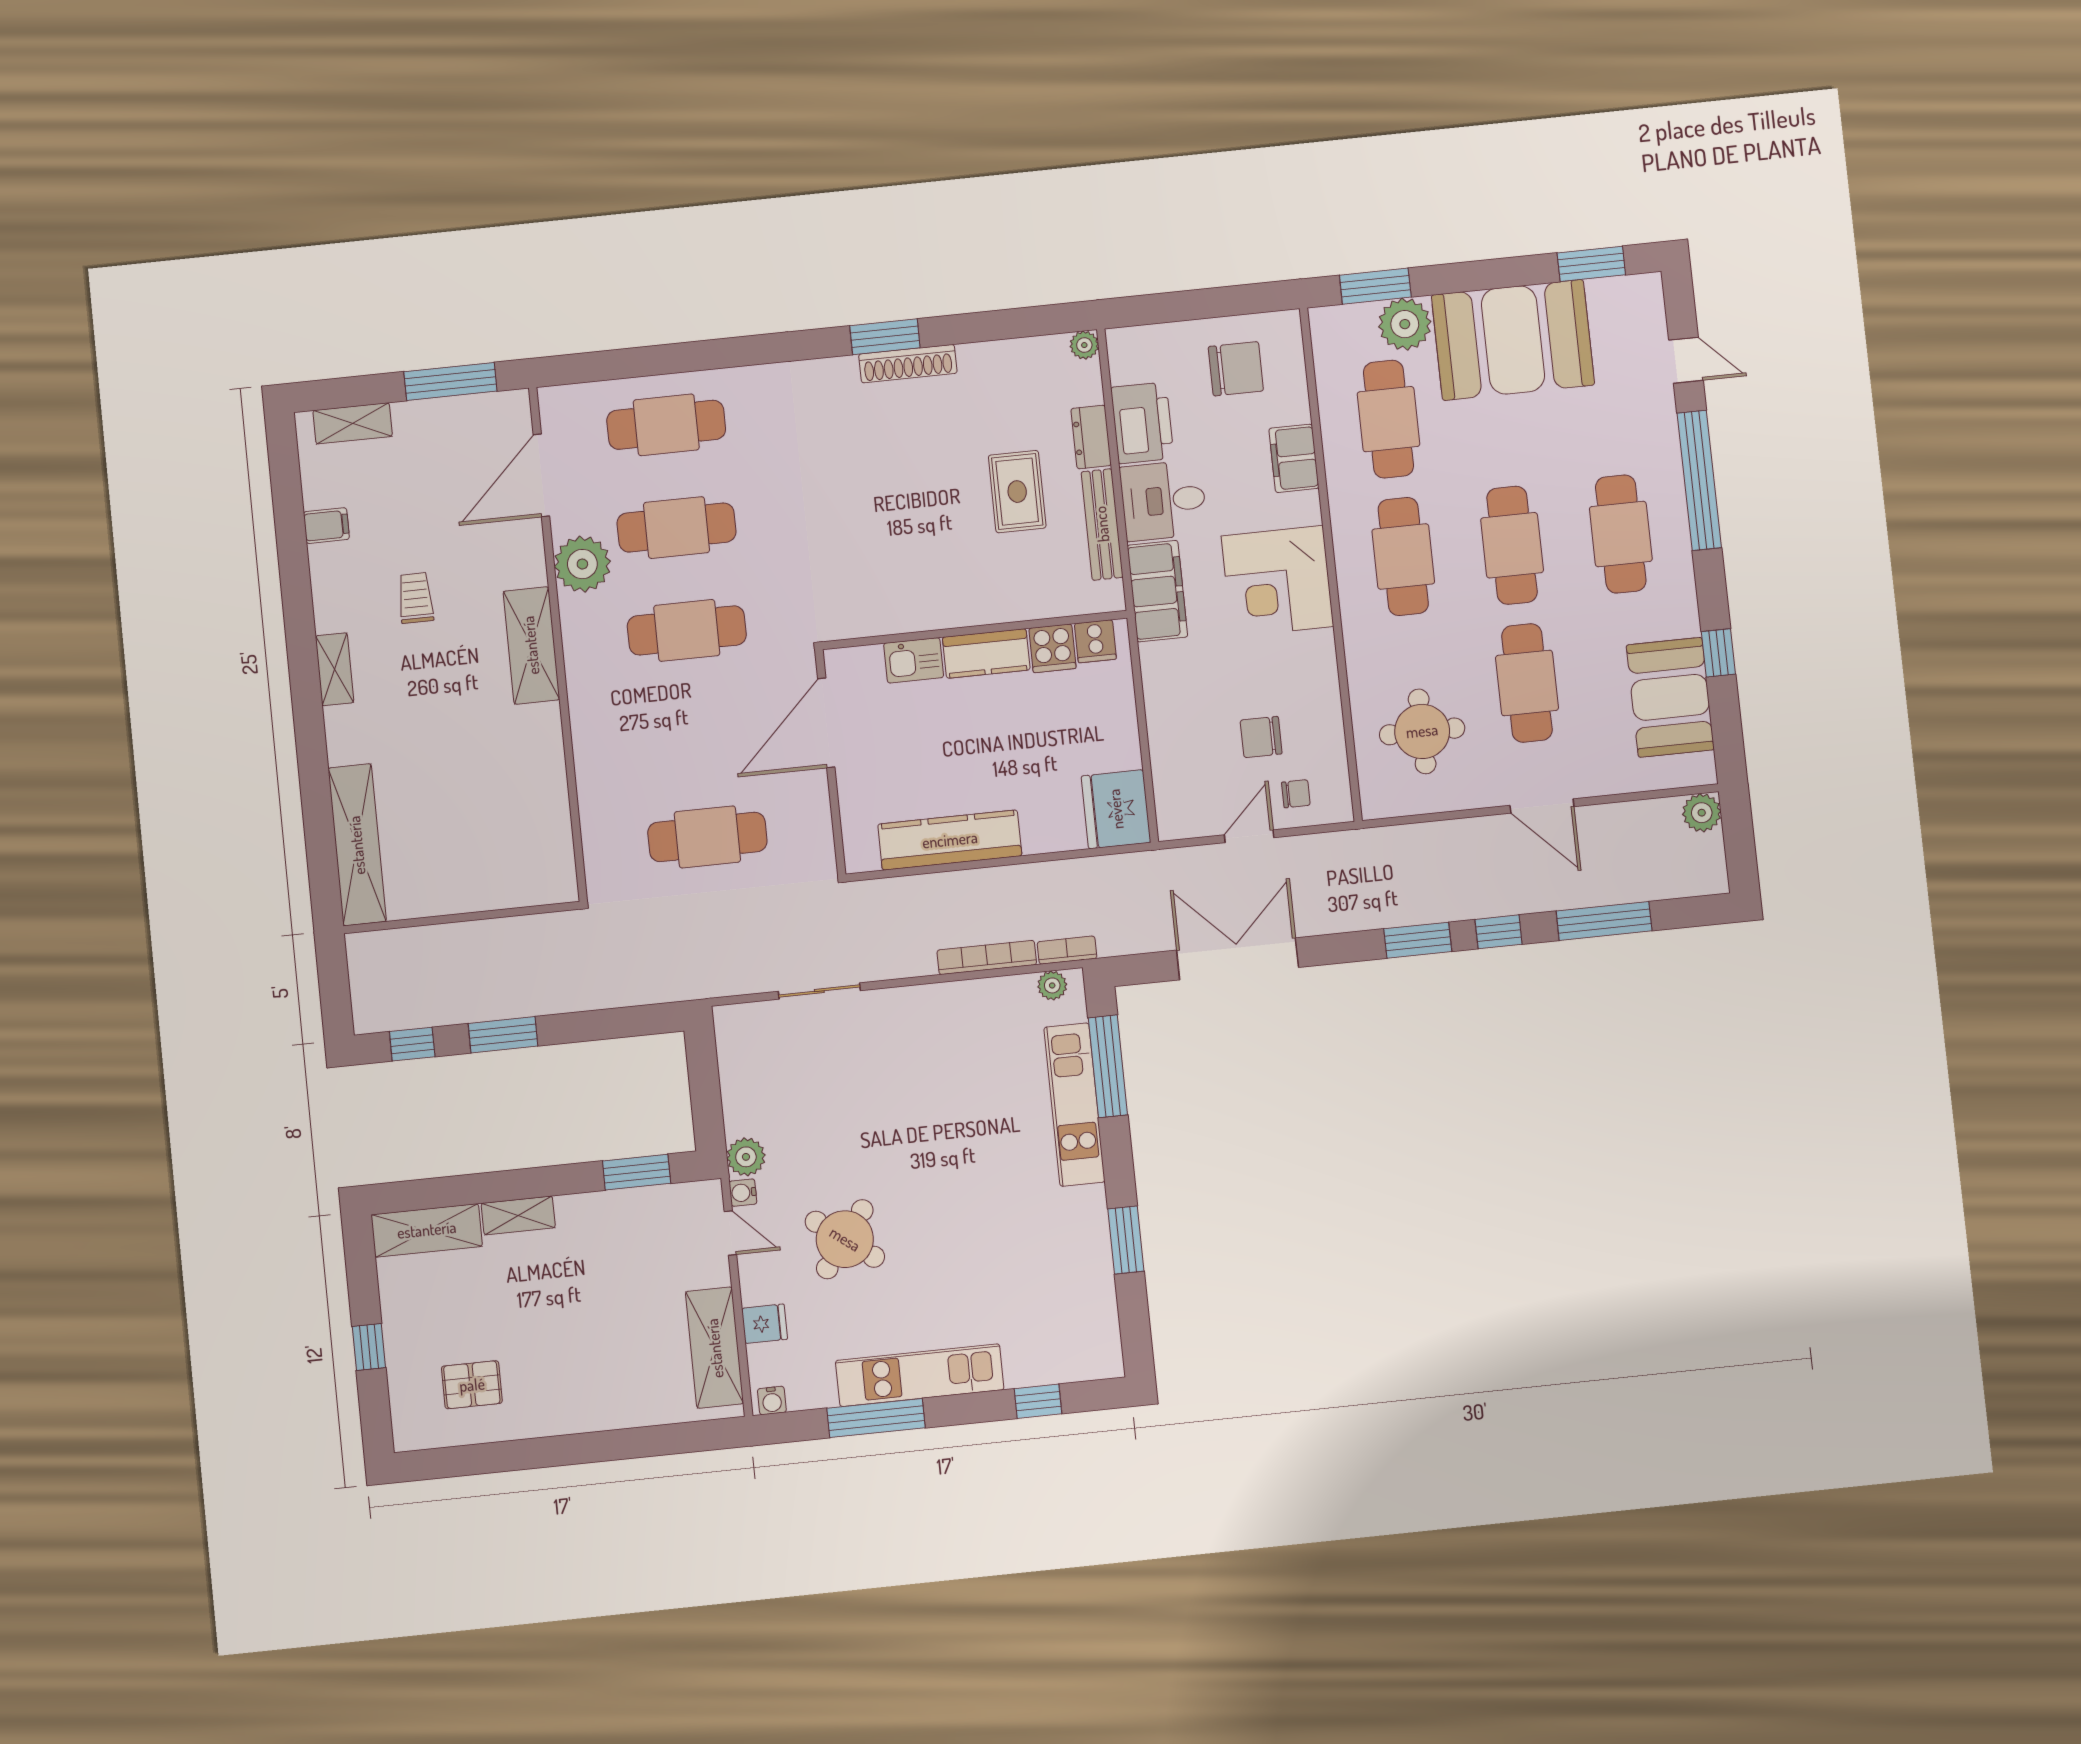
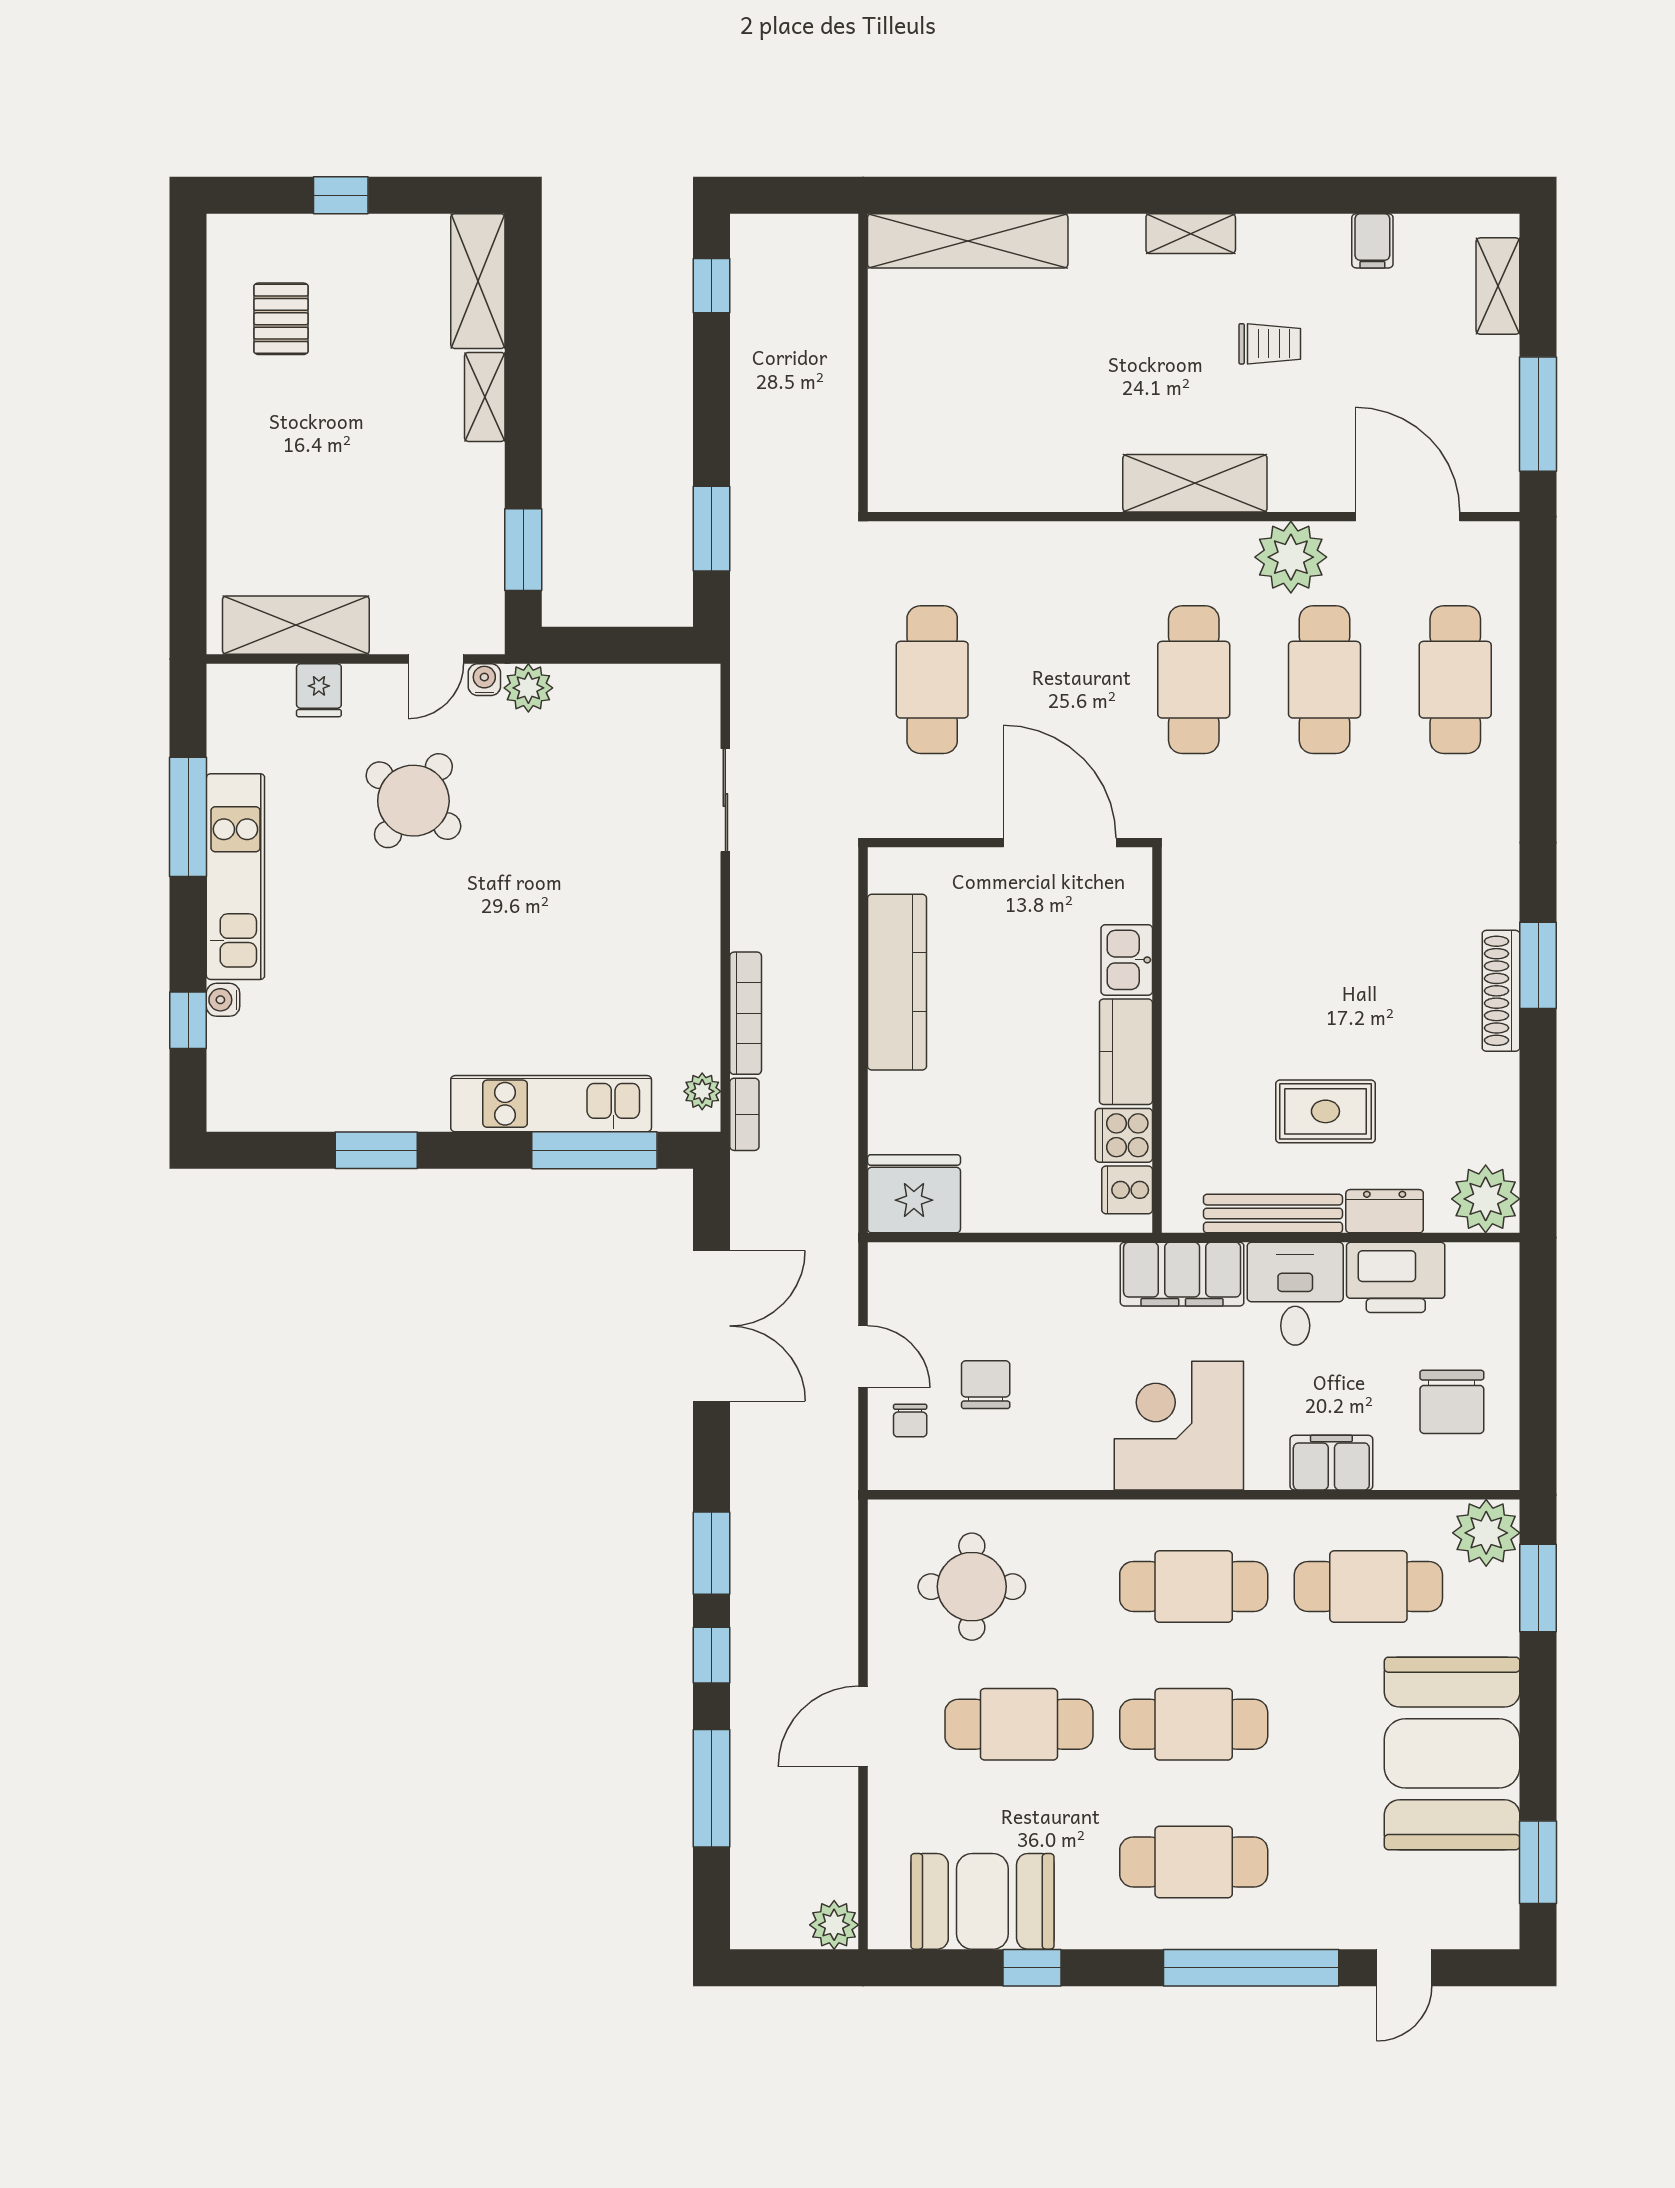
plant: (1405, 324) -> (1486, 1533), moved
plant: (1084, 345) -> (1486, 1199), width x1.88, depth x1.88
window: (503, 1035) -> (712, 529), moved
water cooler: (772, 1400) -> (223, 1000), moved

